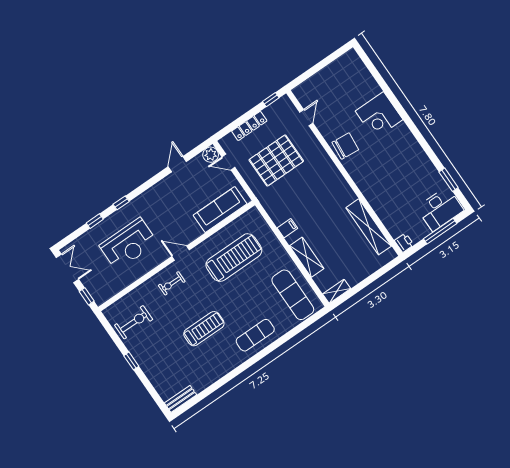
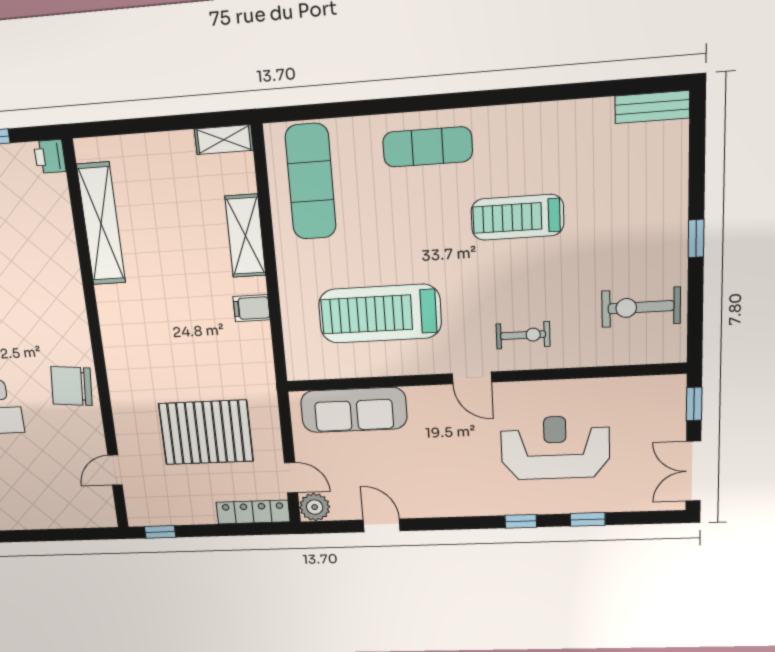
locker: (249, 126) -> (253, 512), moved
door: (177, 164) -> (382, 525), swing flipped

